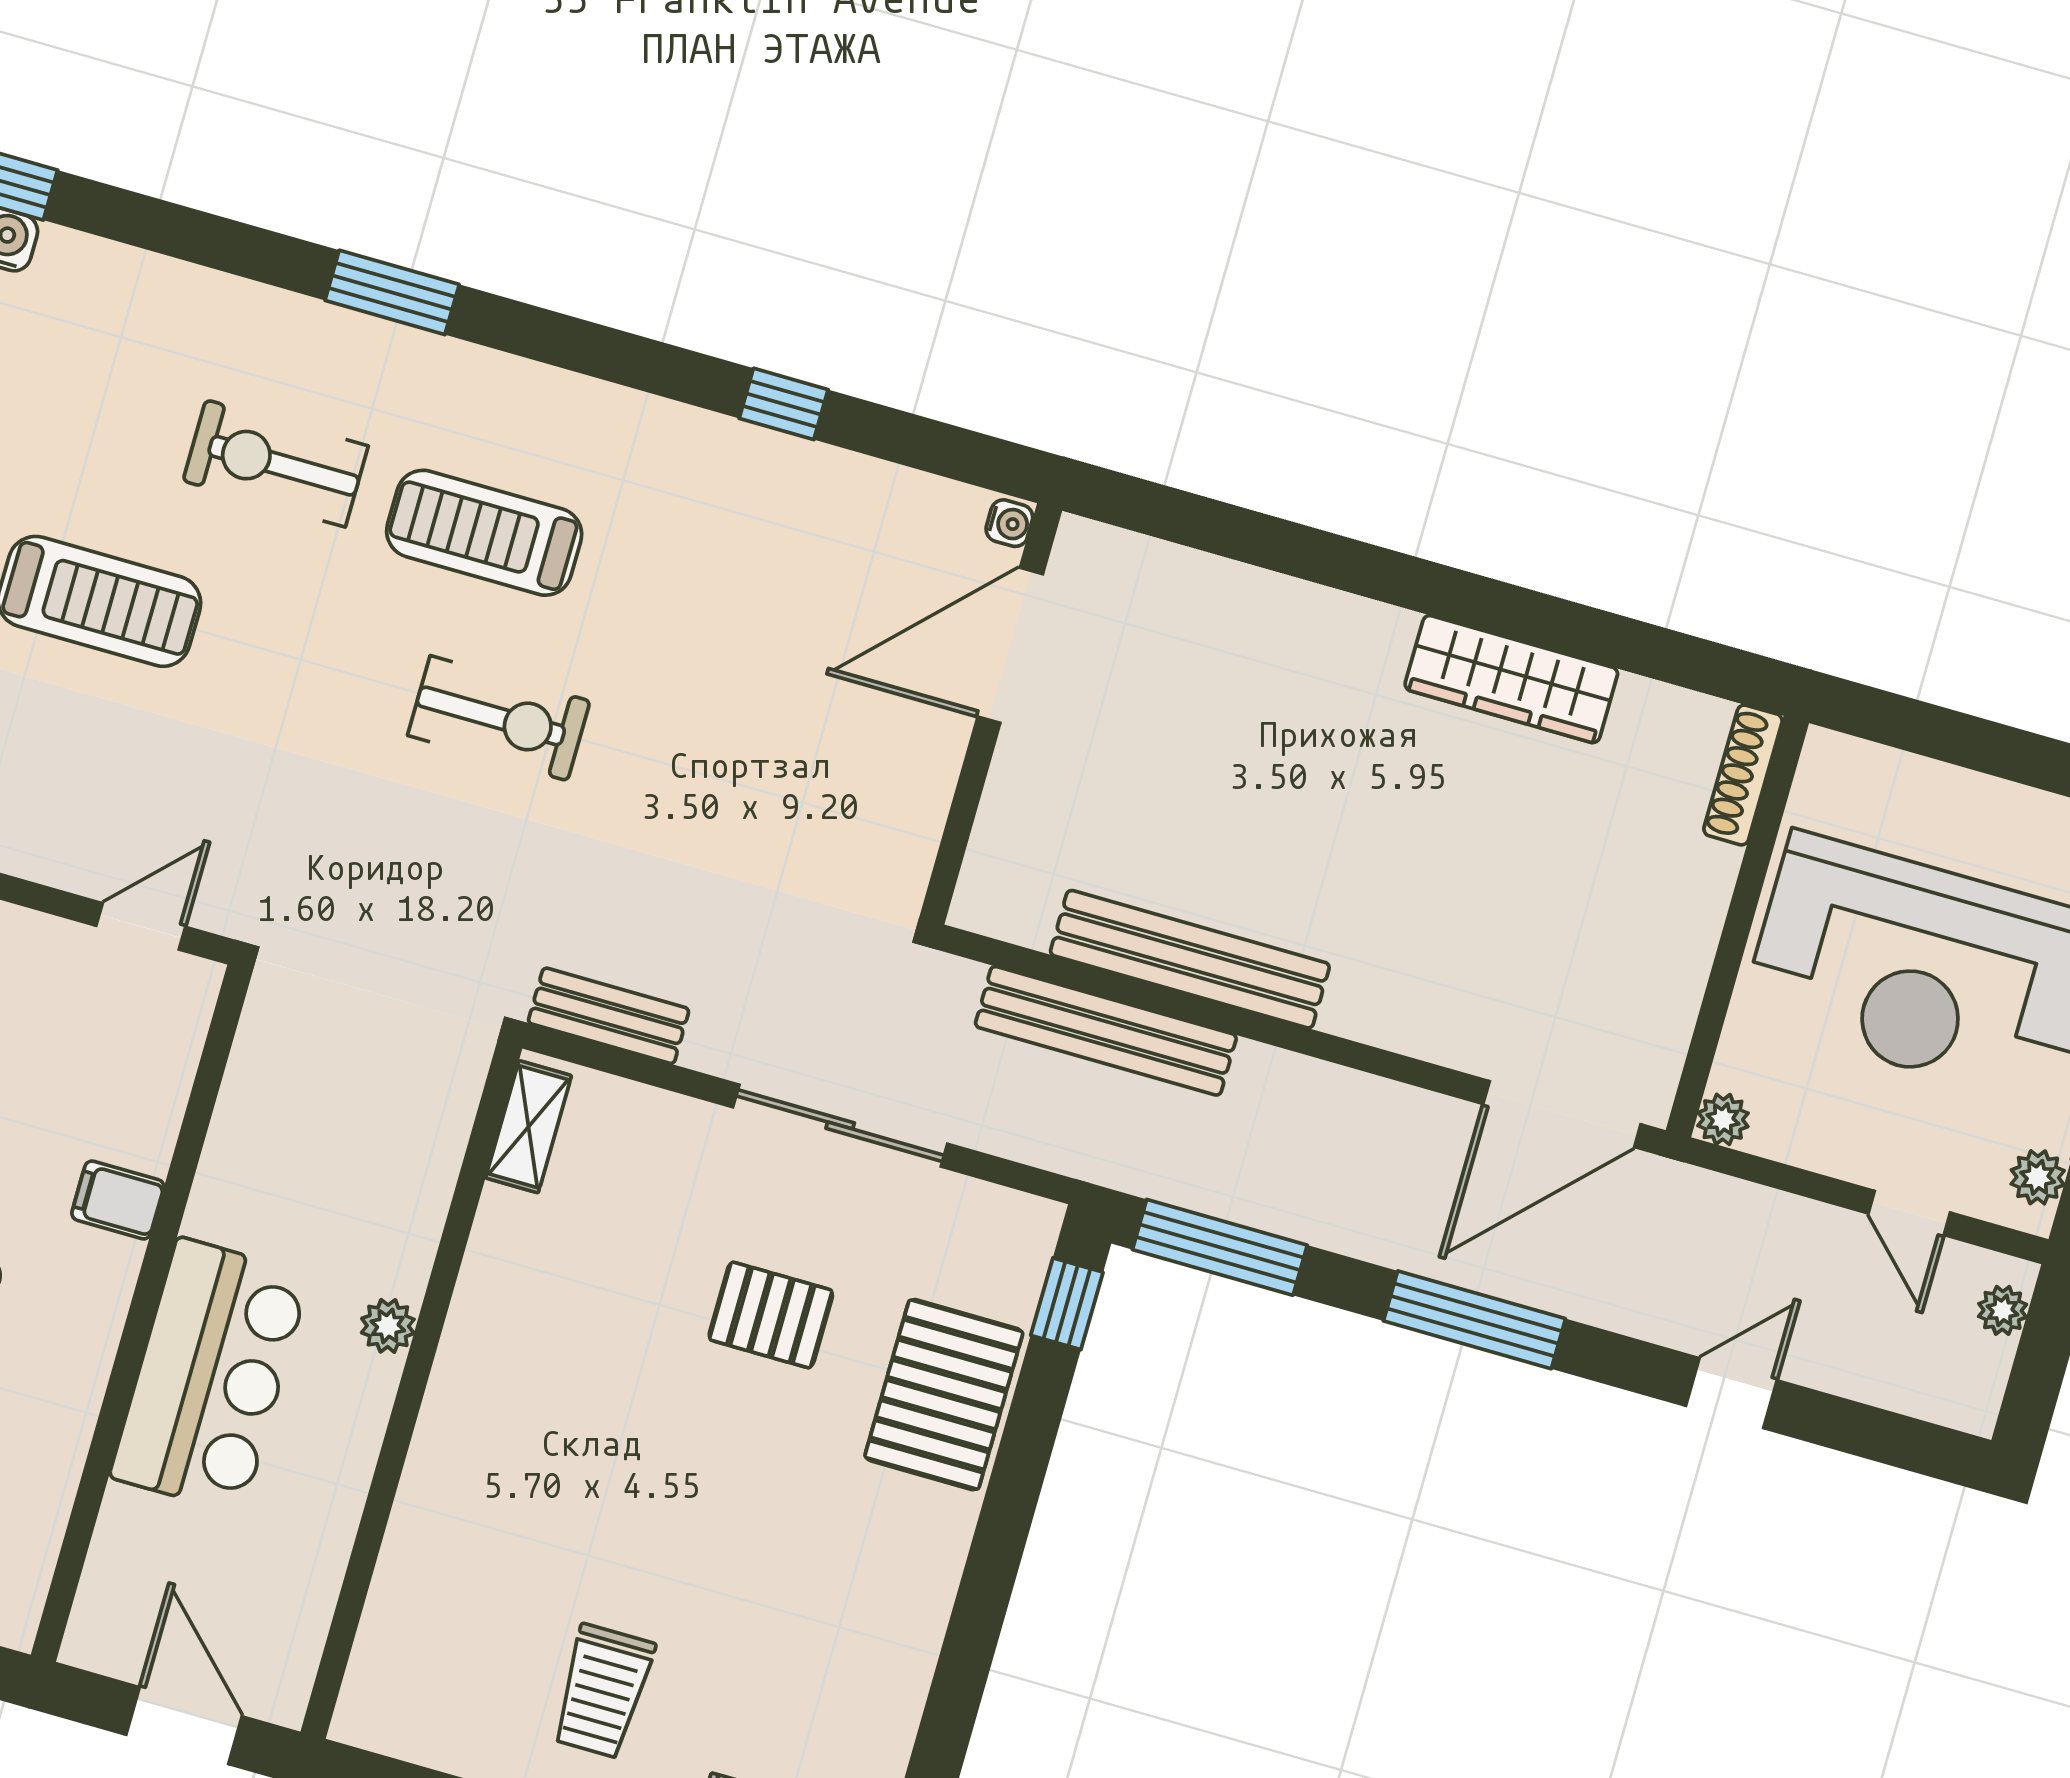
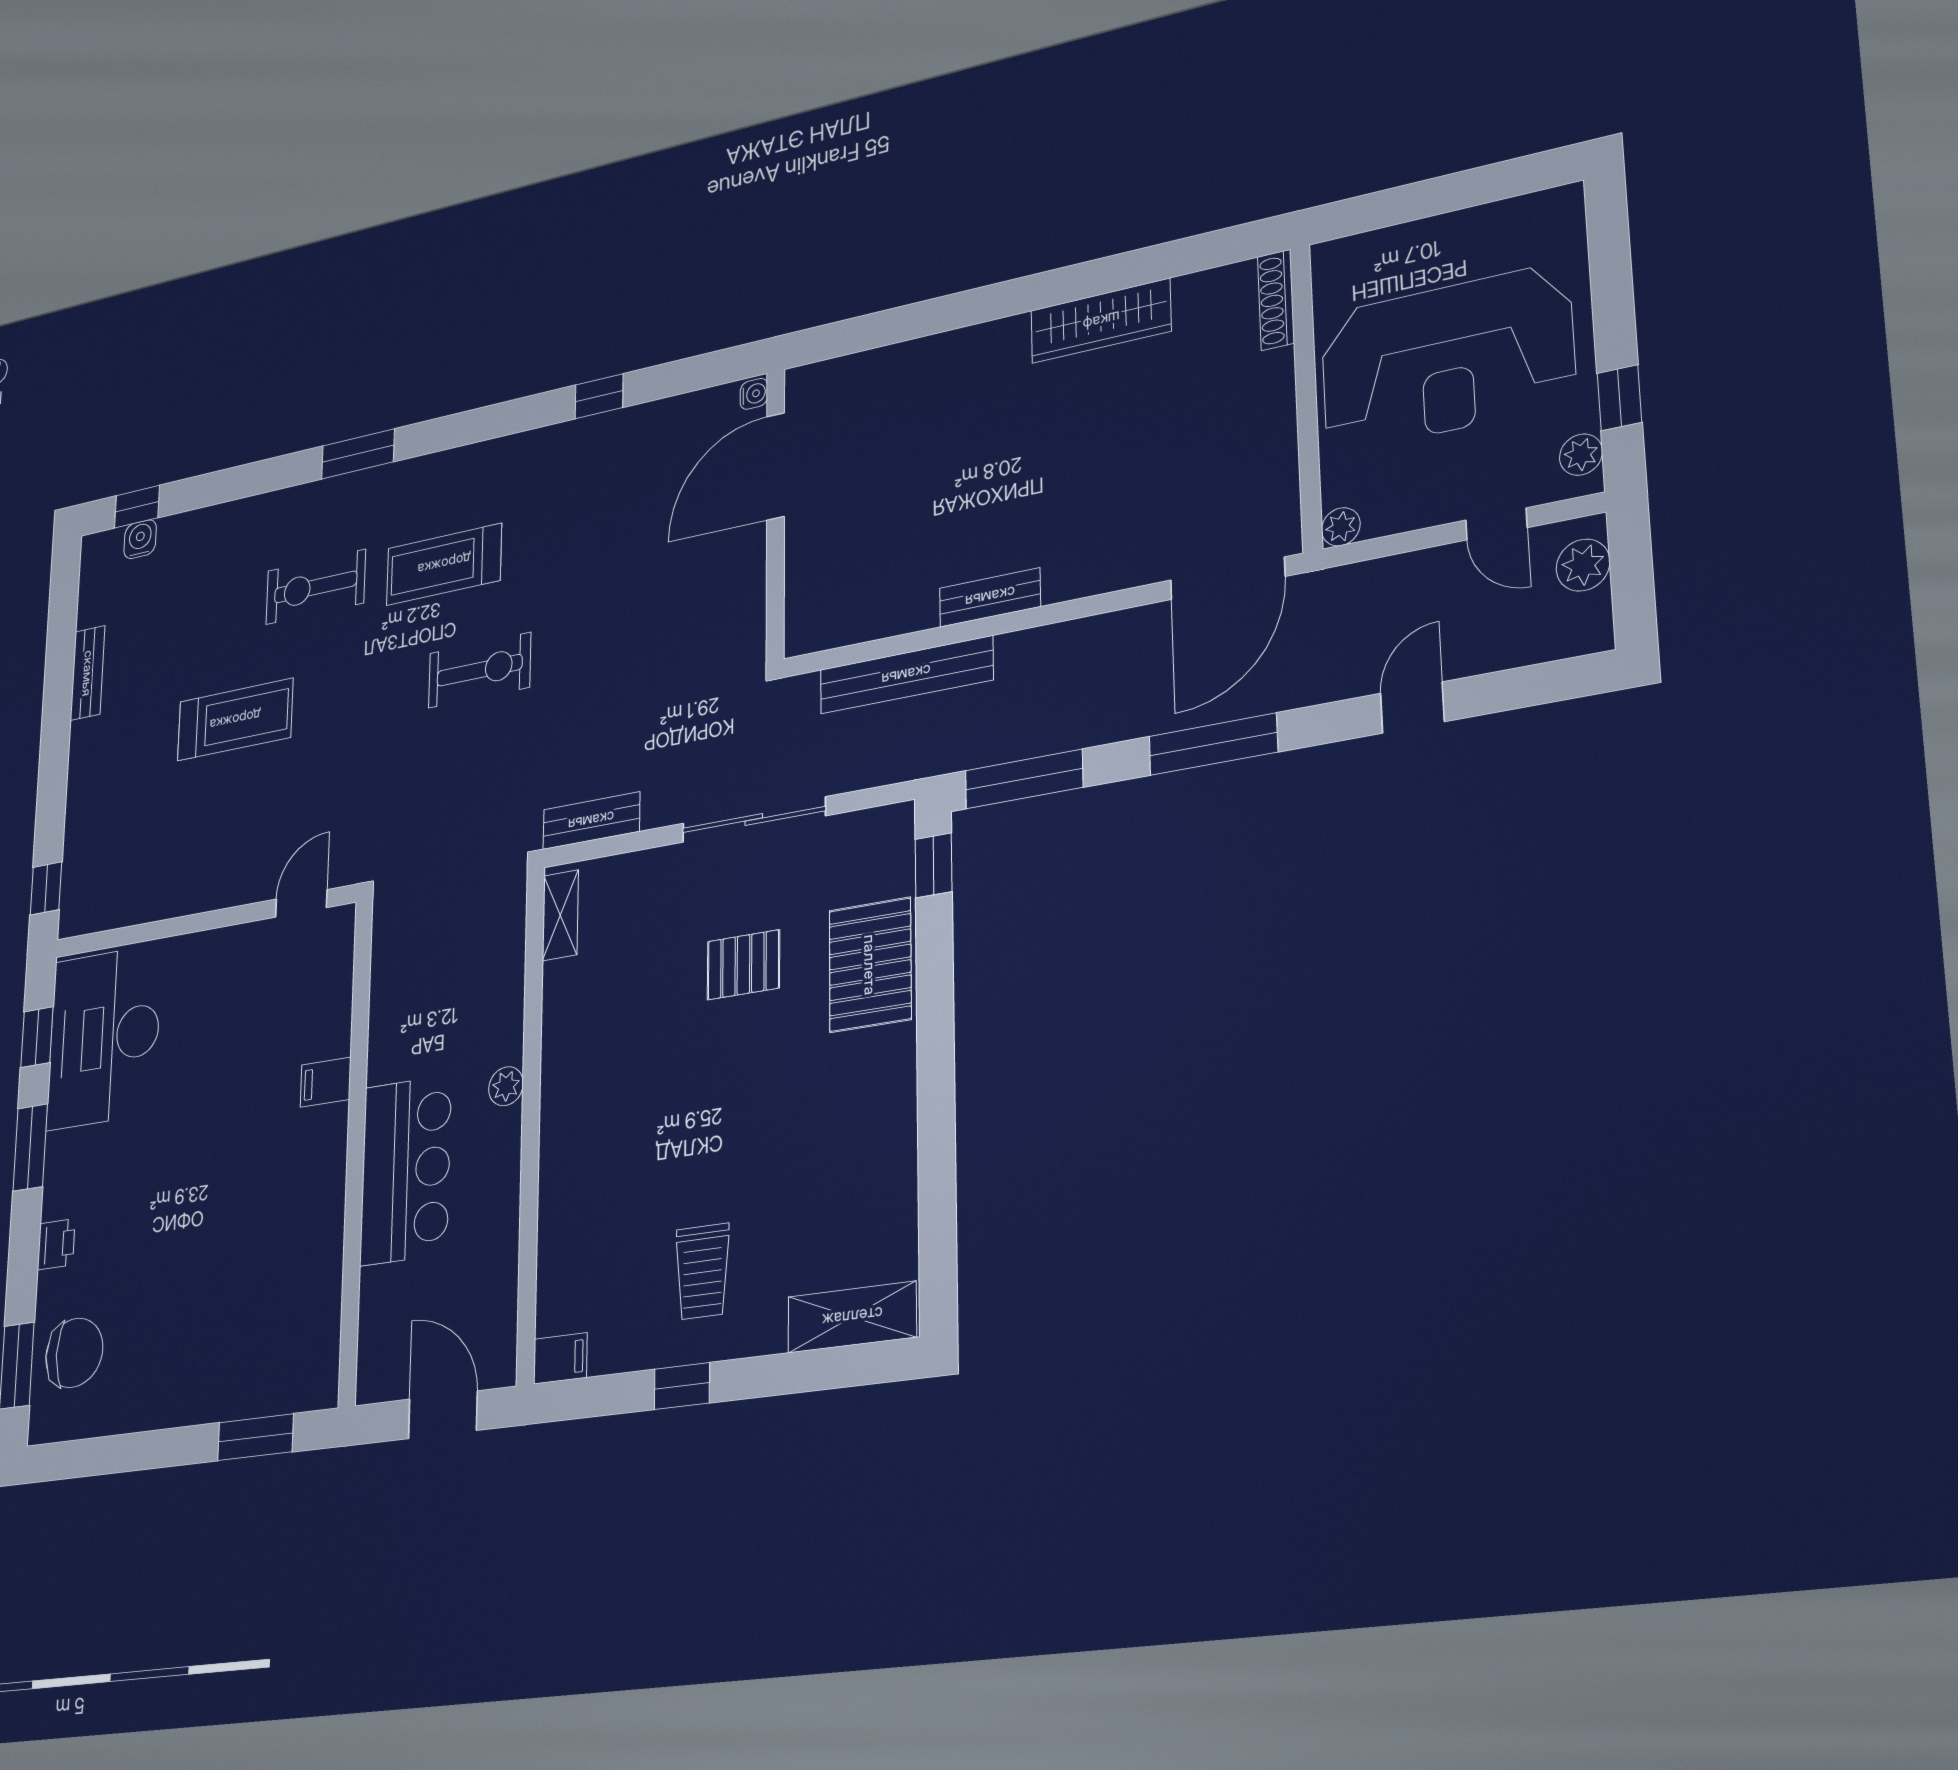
bench: (1190, 959) -> (990, 597), width x0.54, depth x0.82
plant: (2003, 1310) -> (1583, 565), width x1.38, depth x1.38
filing cabinet: (373, 1721) -> (560, 1358), added

